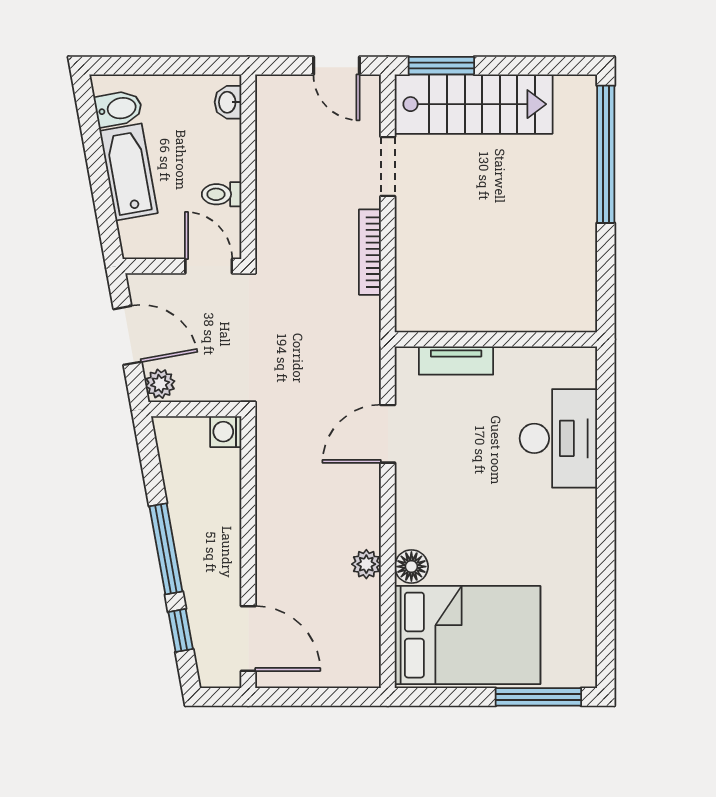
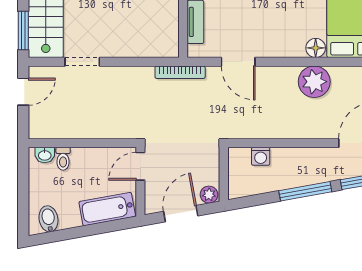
bathtub: (129, 172) -> (107, 209), moved
toilet: (222, 194) -> (63, 159), moved
bookcase: (370, 252) -> (180, 72), moved
washing machine: (226, 432) -> (261, 156), moved
plant: (366, 564) -> (314, 82), width x1.87, depth x1.87

